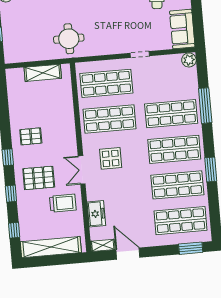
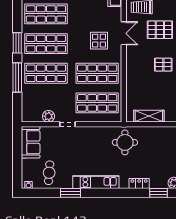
plant: (189, 60) -> (48, 116), moved
window: (211, 169) -> (17, 43), moved

